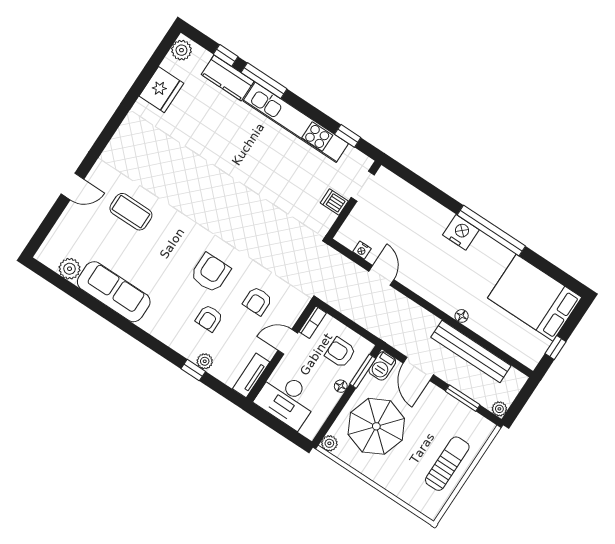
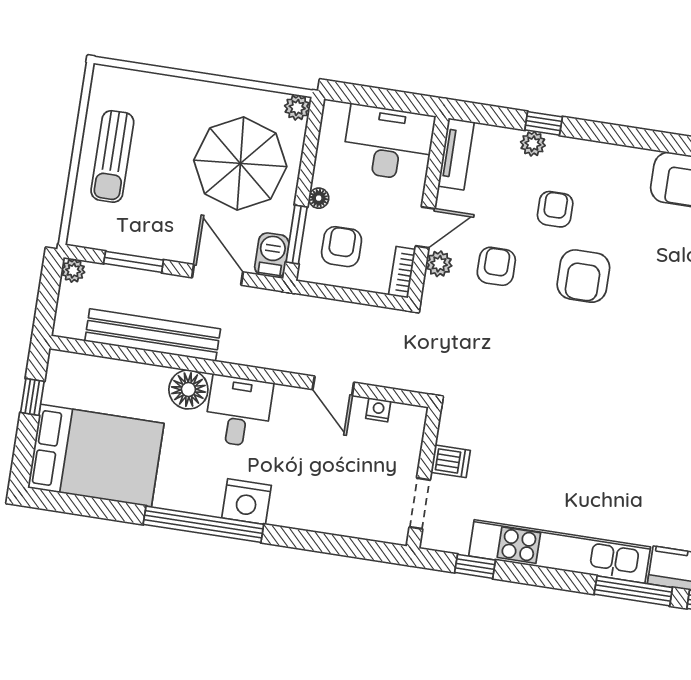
desk: (442, 286) -> (239, 411), added
floor lamp: (462, 316) -> (188, 389), width x1.89, depth x1.89
plant: (289, 317) -> (439, 264), added
armchair: (340, 353) -> (342, 247), turned -90

